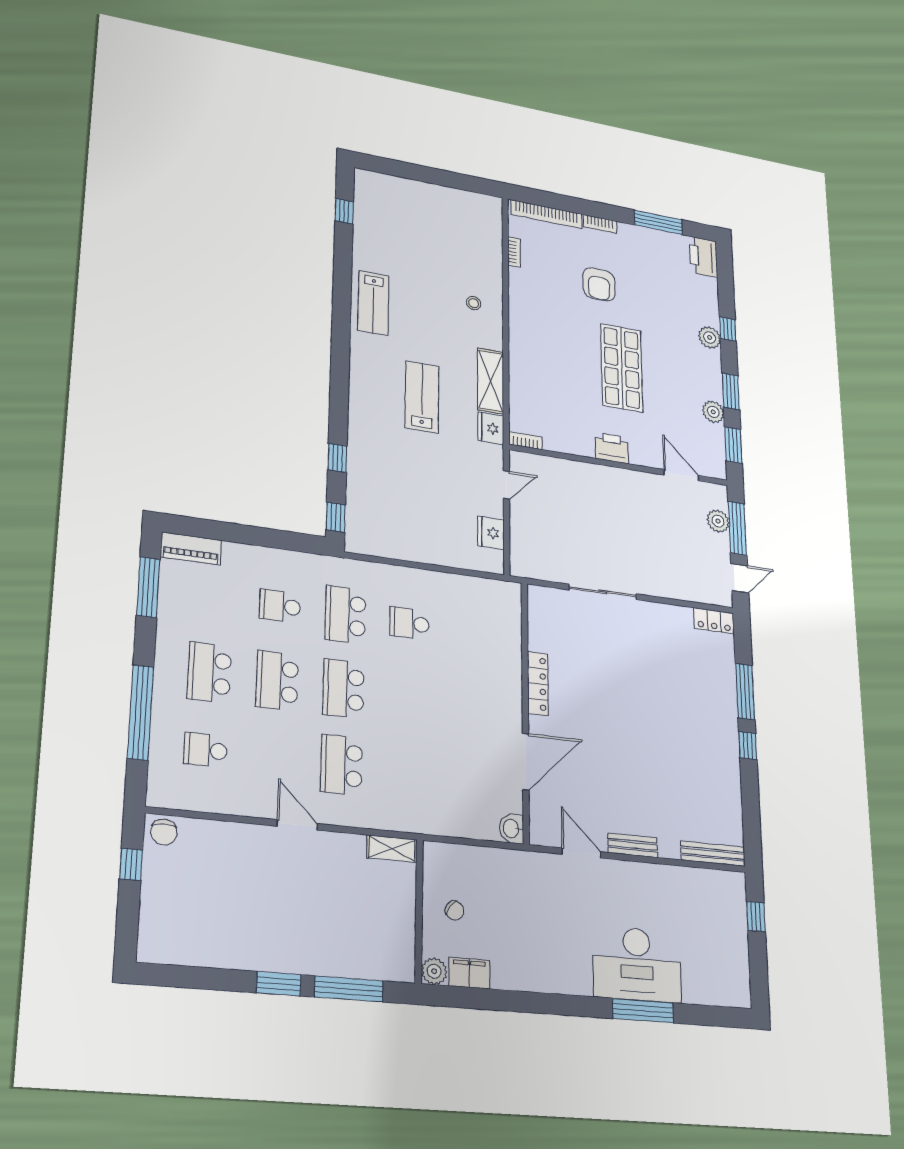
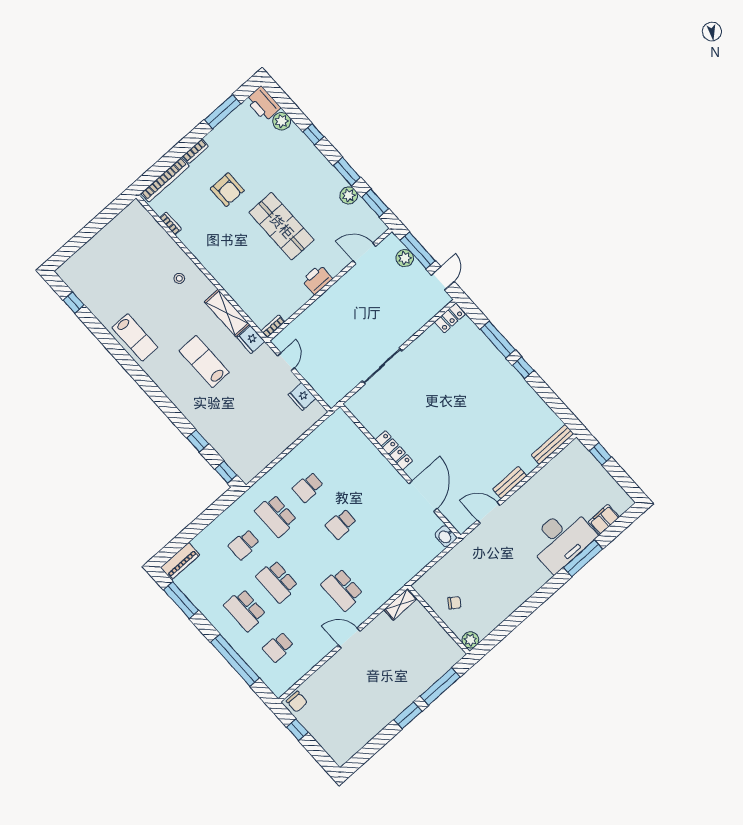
plant: (710, 337) -> (282, 121), moved
school desk: (343, 689) -> (341, 524), moved, width x0.54
filing cabinet: (469, 973) -> (604, 519), moved

